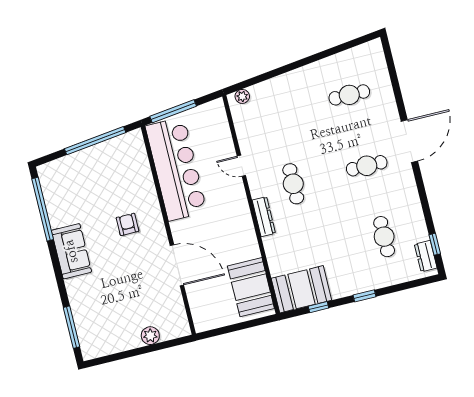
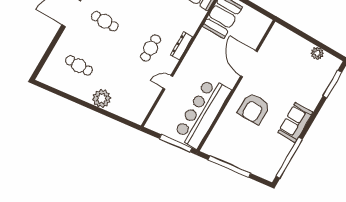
plant: (242, 96) -> (102, 98), moved, width x1.87, depth x1.87
door: (241, 166) -> (168, 82), swing flipped
armchair: (127, 224) -> (254, 109), width x1.88, depth x1.88
plant: (150, 336) -> (317, 53), moved

